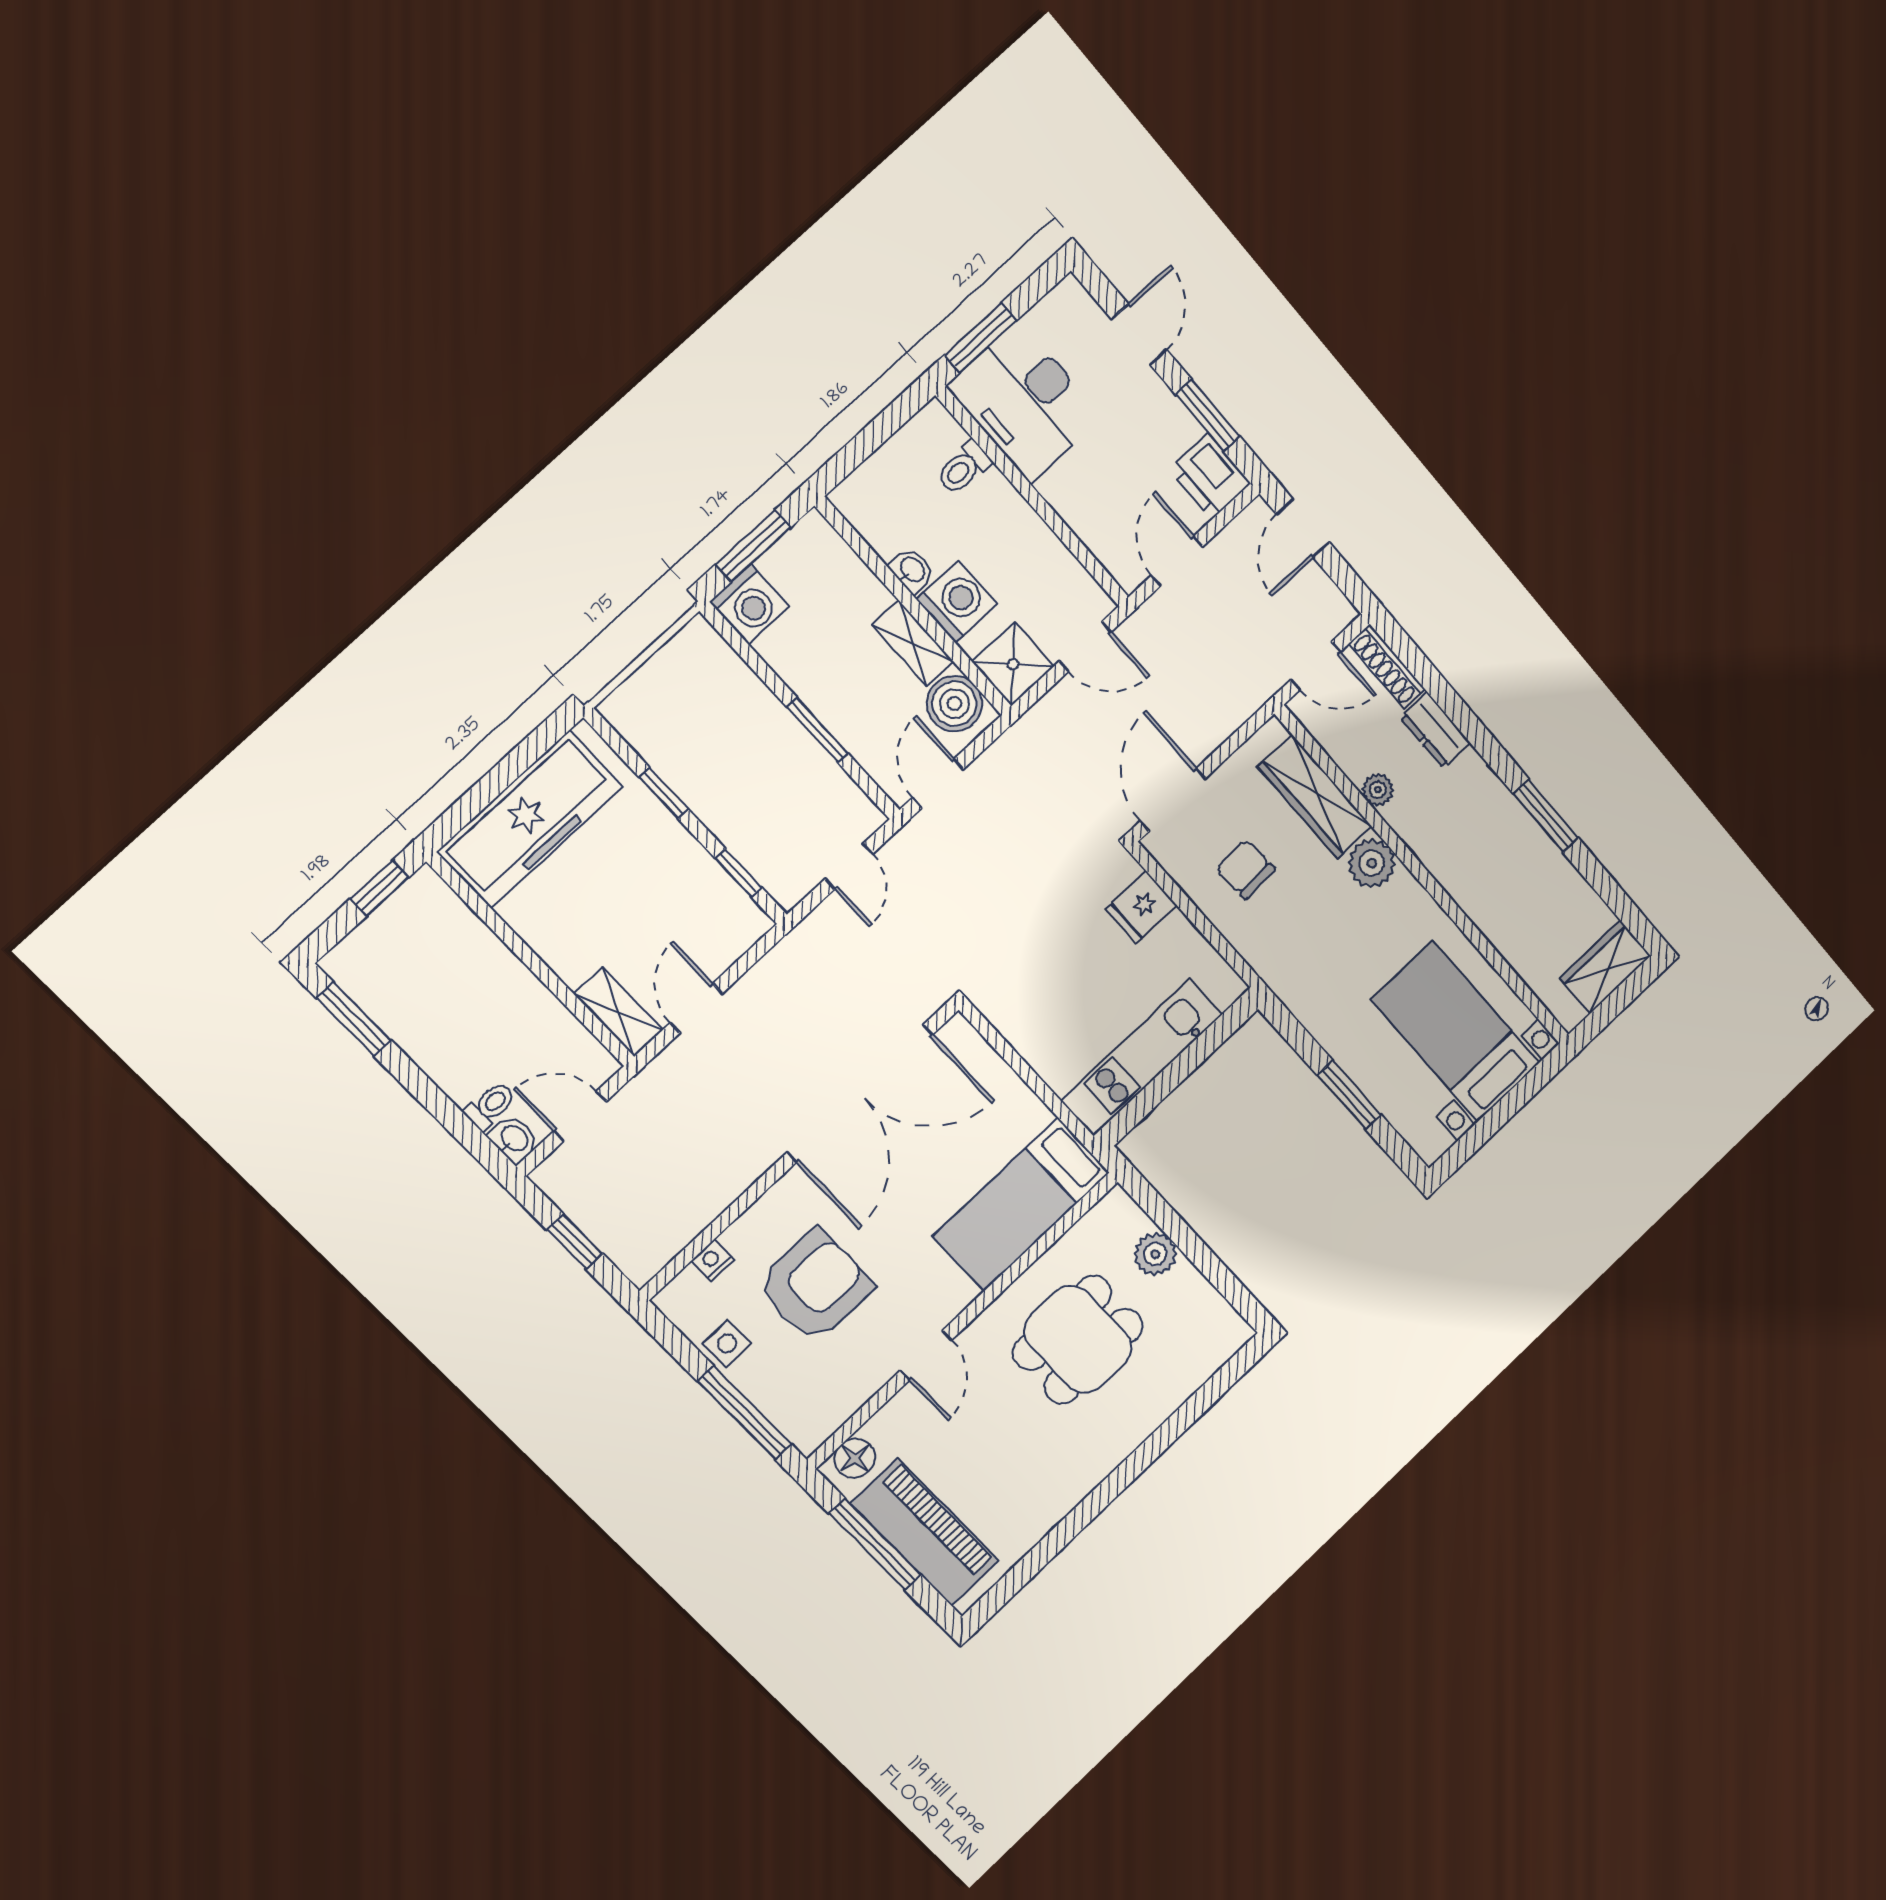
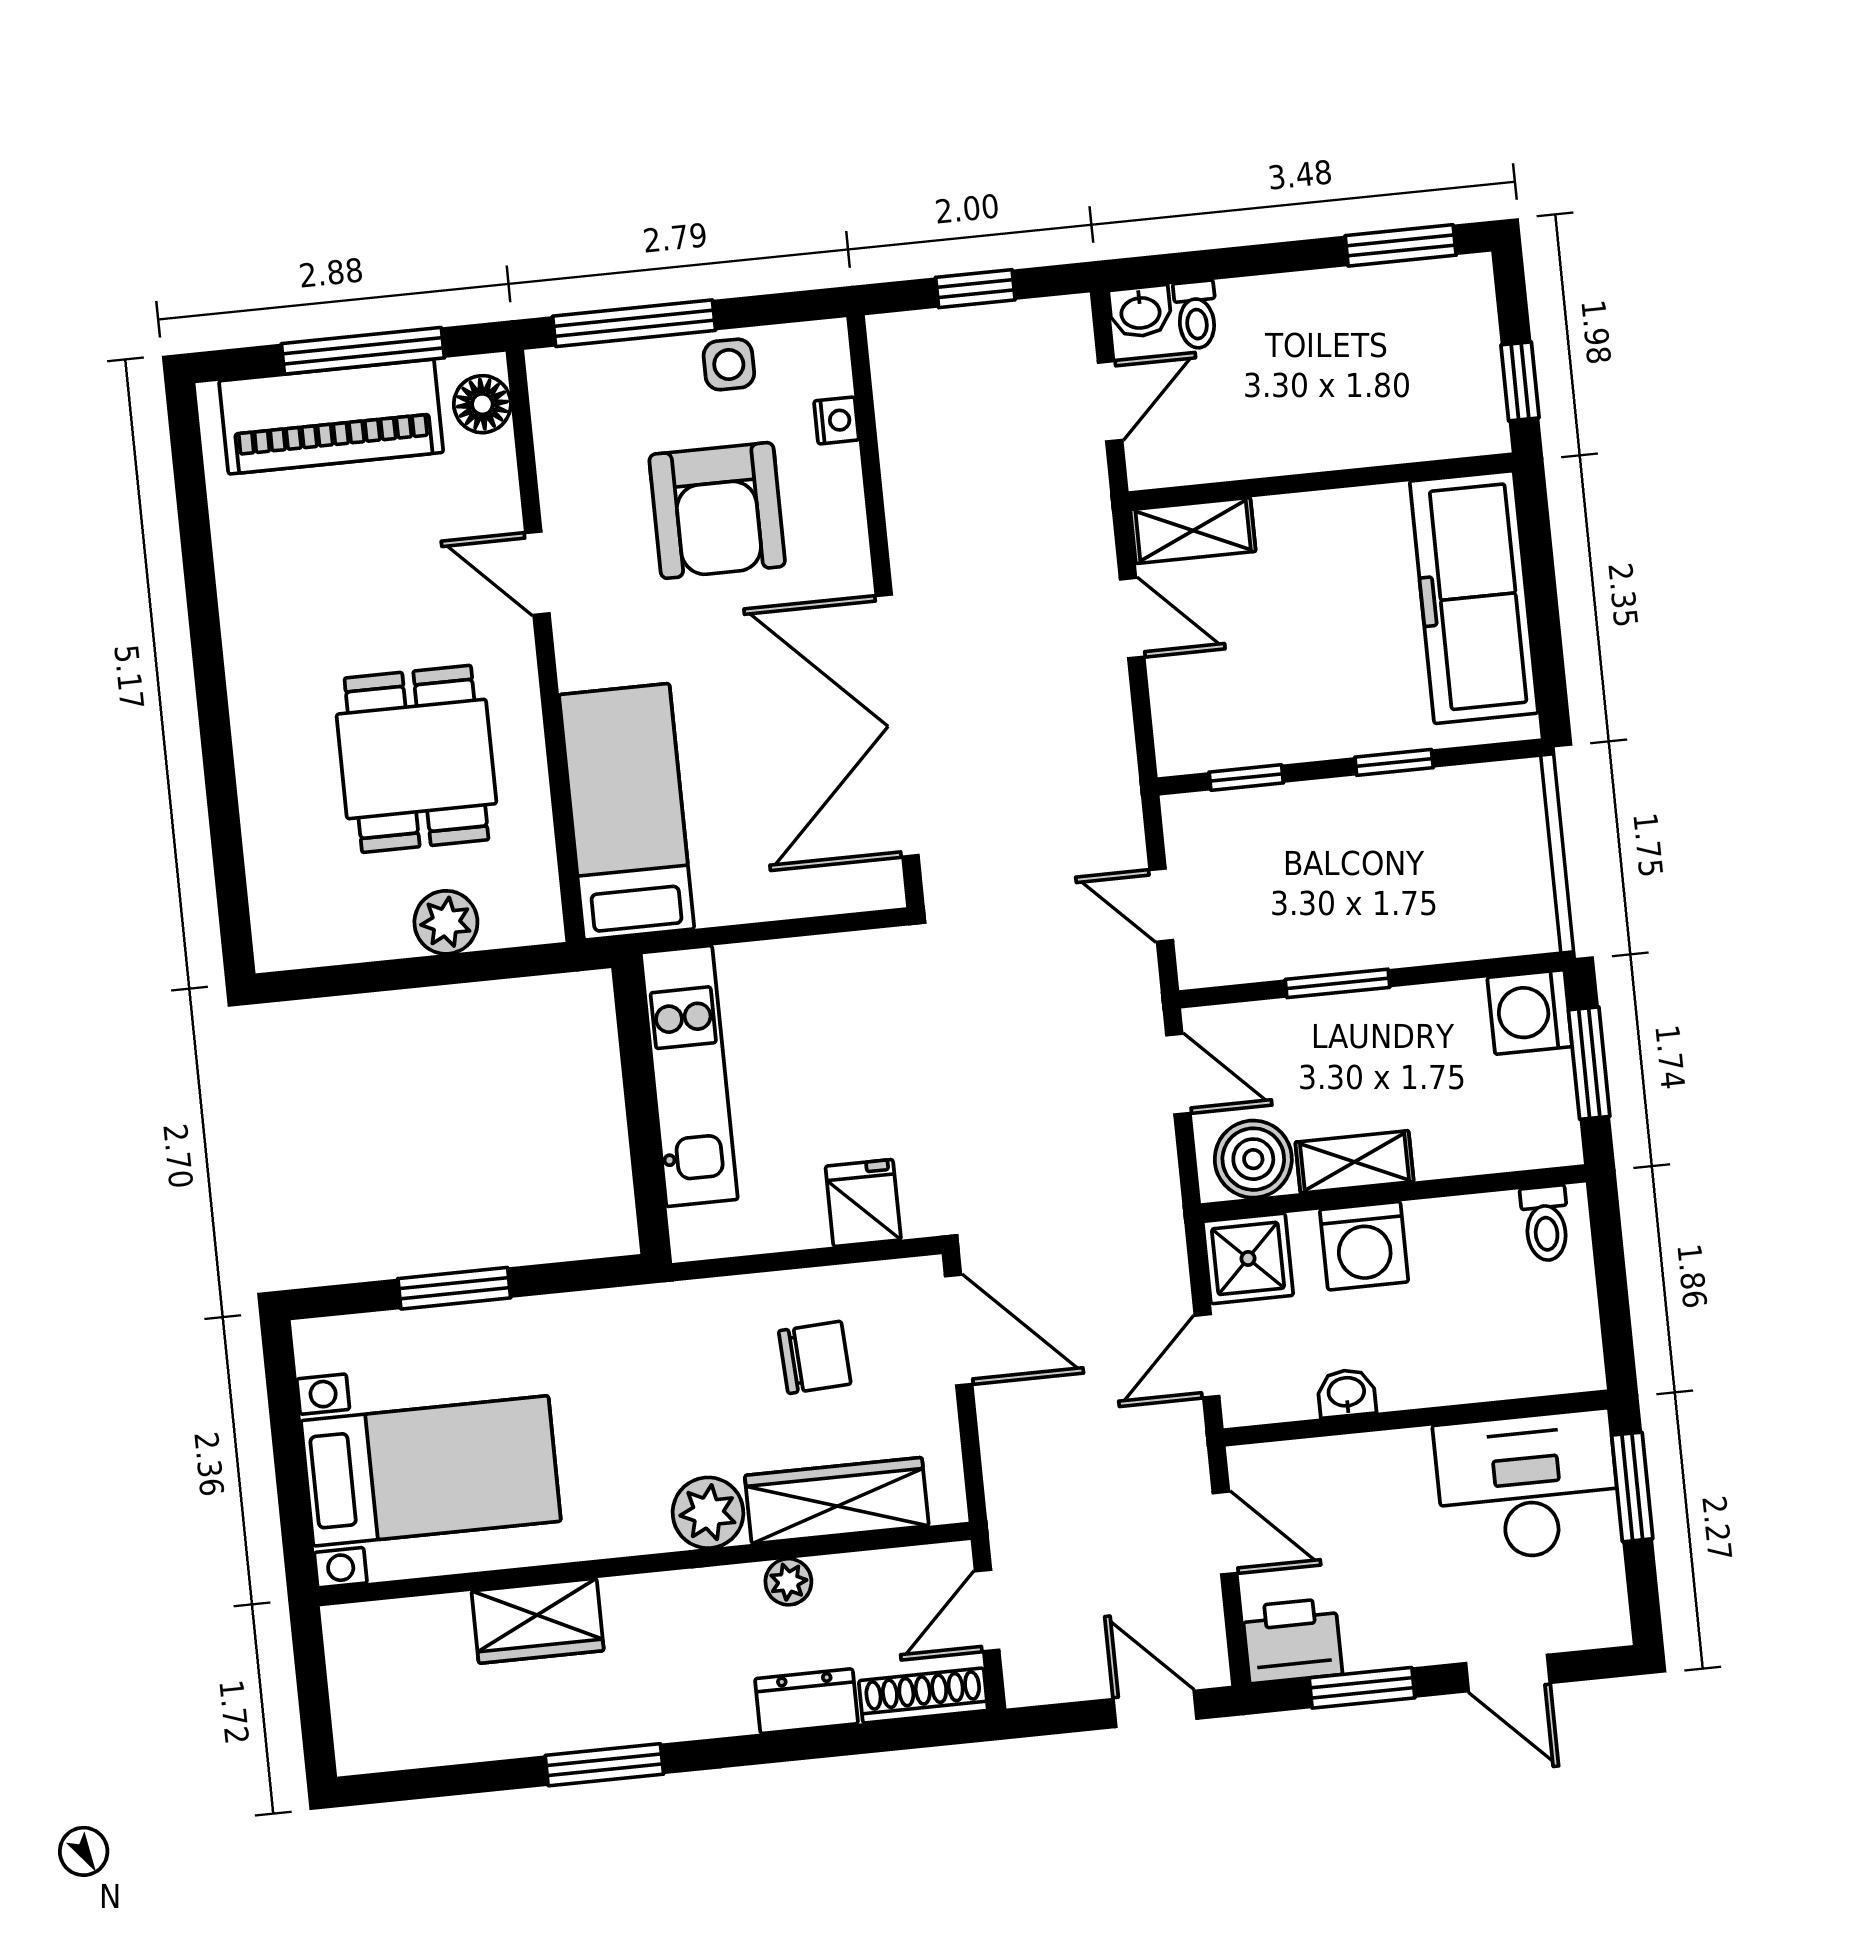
toilet: (964, 468) -> (1546, 1224), moved, turned 180
washbasin: (912, 570) -> (1346, 1393), moved, turned 180
wardrobe: (1605, 967) -> (538, 1621), moved, turned 90

